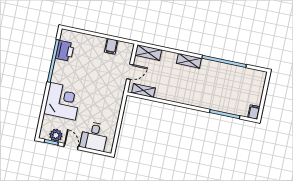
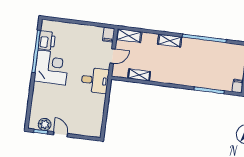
filing cabinet: (111, 46) -> (109, 35), moved
shelving: (143, 91) -> (139, 75), moved
corner desk: (63, 101) -> (52, 68), moved
desk: (94, 136) -> (95, 80), moved, turned -90

